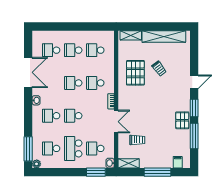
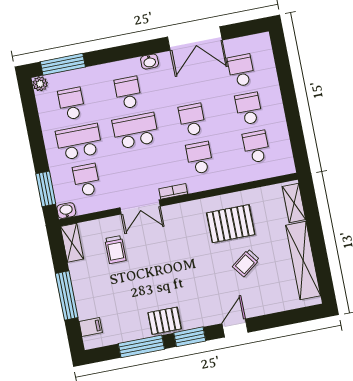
door: (194, 82) -> (235, 328), swing flipped
school desk: (73, 116) -> (136, 131), width x1.85

